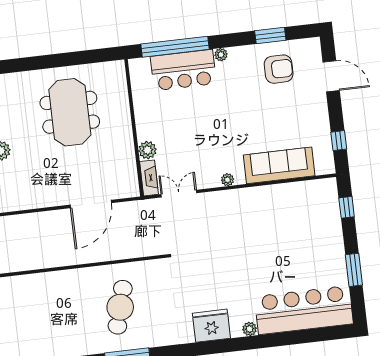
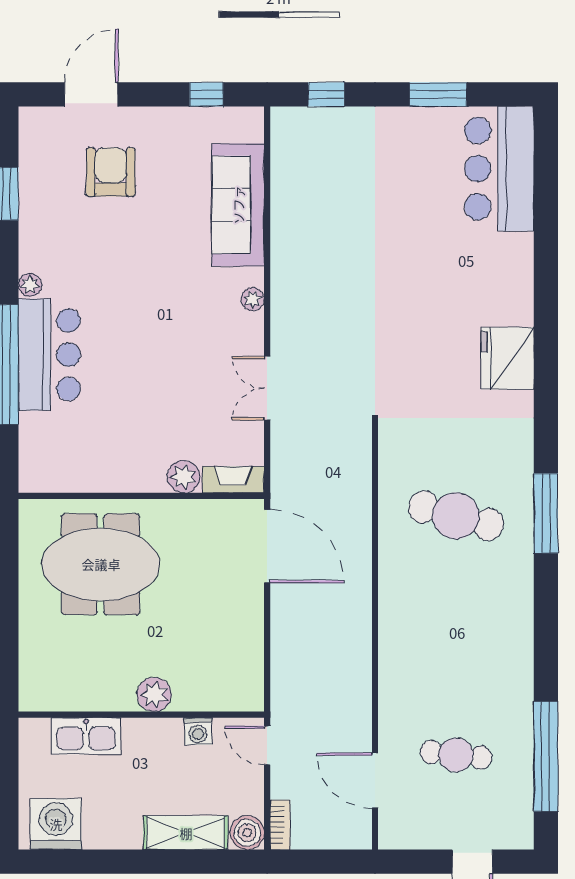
armchair: (279, 69) -> (111, 172), moved
wall: (134, 128) -> (141, 496), moved
plant: (147, 150) -> (184, 477), moved
fireplace: (149, 178) -> (233, 480), moved
bar counter: (304, 310) -> (499, 169), width x0.73
plant: (250, 329) -> (521, 291), removed

